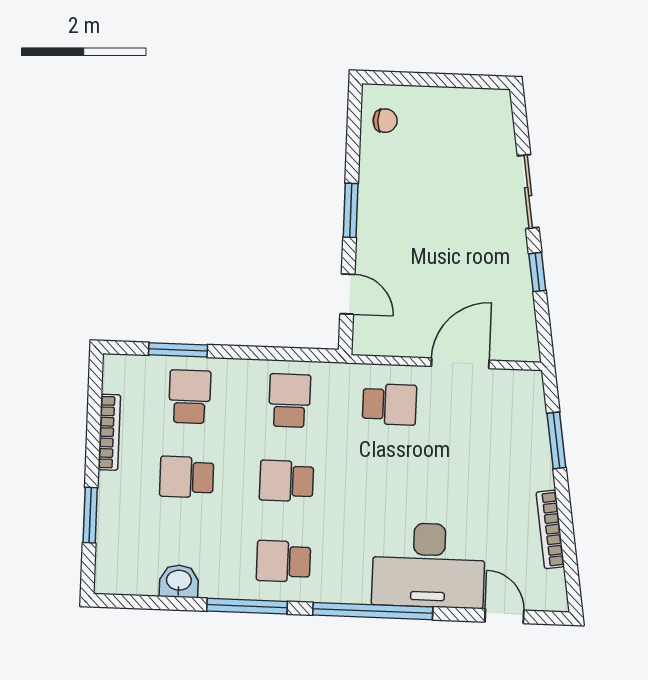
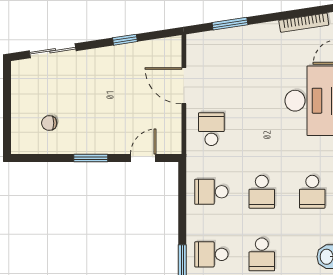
chair: (385, 121) -> (49, 123), moved, turned -90
sliding door: (528, 192) -> (53, 51), moved
bookcase: (550, 529) -> (304, 23), moved

